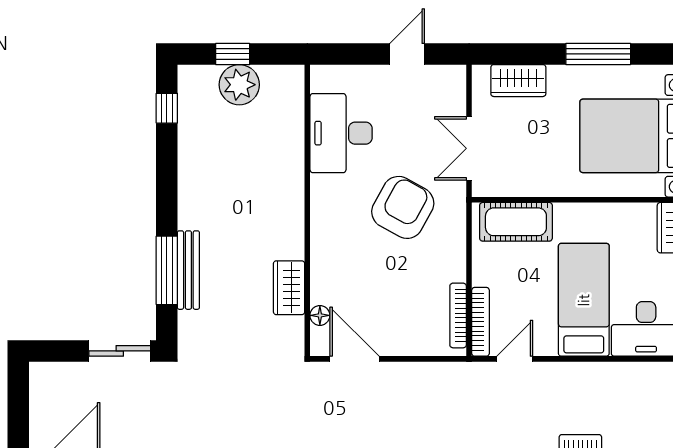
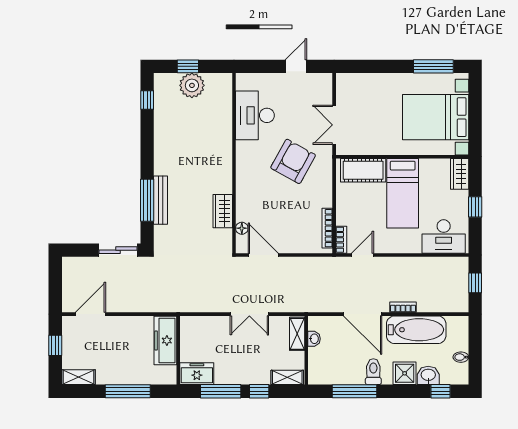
window: (598, 54) -> (433, 66), moved
wardrobe: (518, 81) -> (365, 83), removed
bed: (584, 300) -> (403, 193), moved, turned 180
bookcase: (481, 322) -> (341, 240), width x0.64

